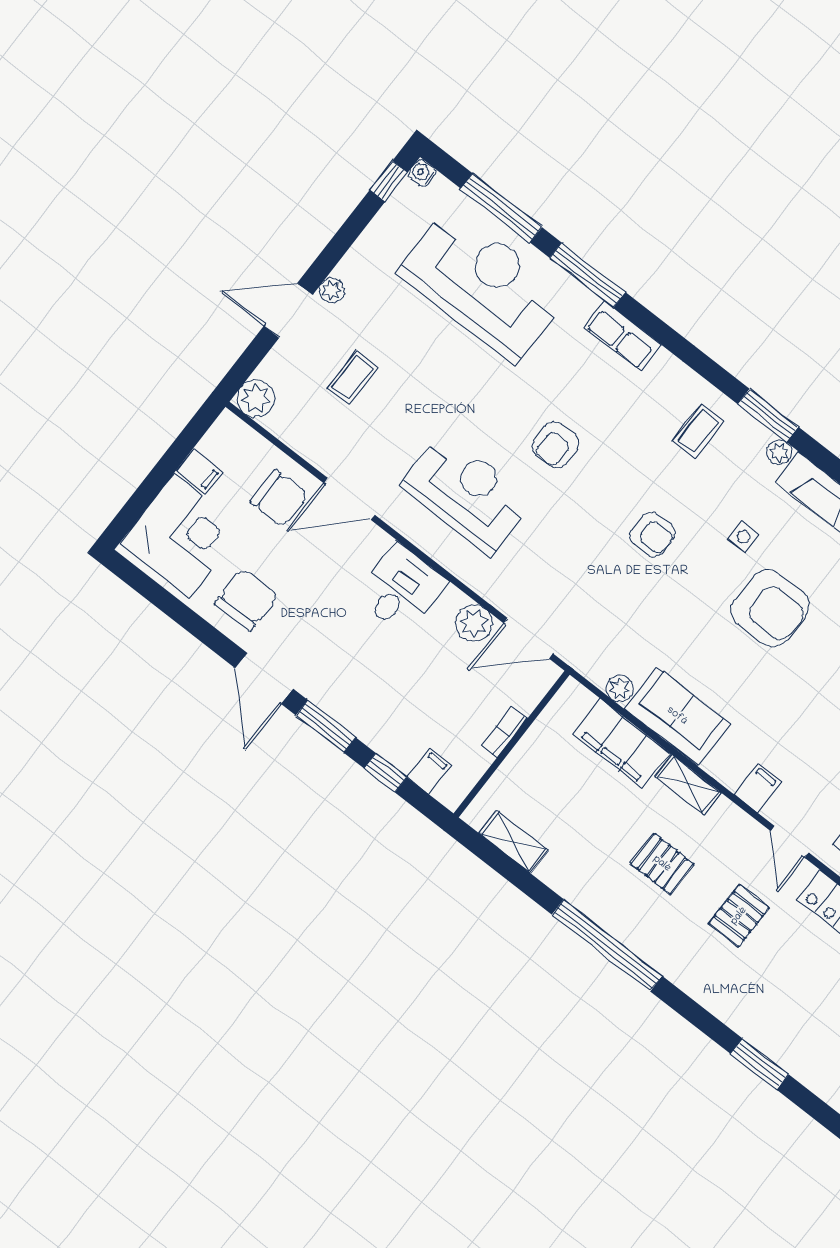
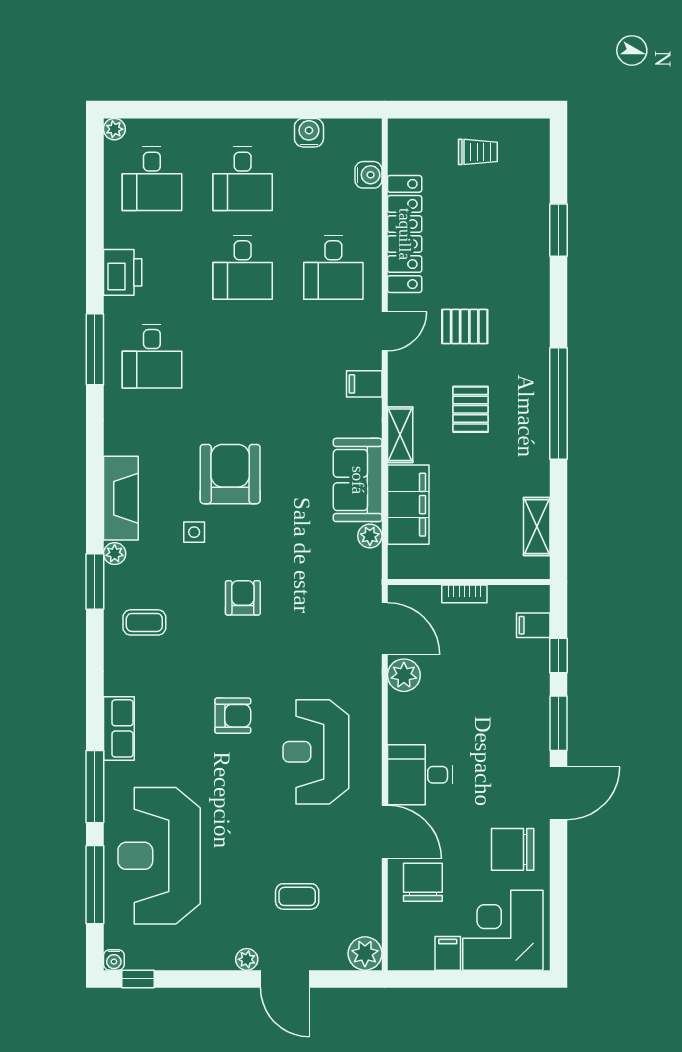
desk: (401, 589) -> (420, 775), moved

